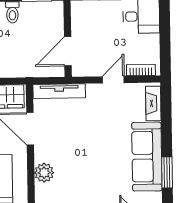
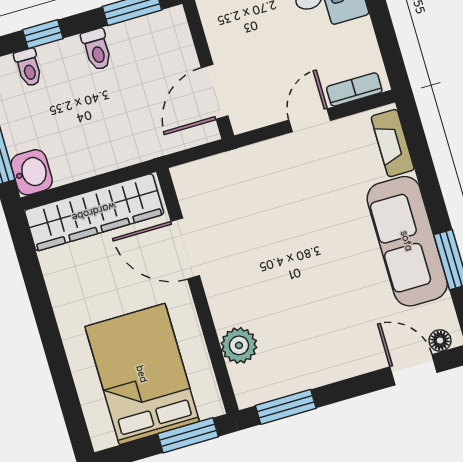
tv unit: (59, 91) -> (219, 167), removed
plant: (44, 173) -> (239, 345), moved

